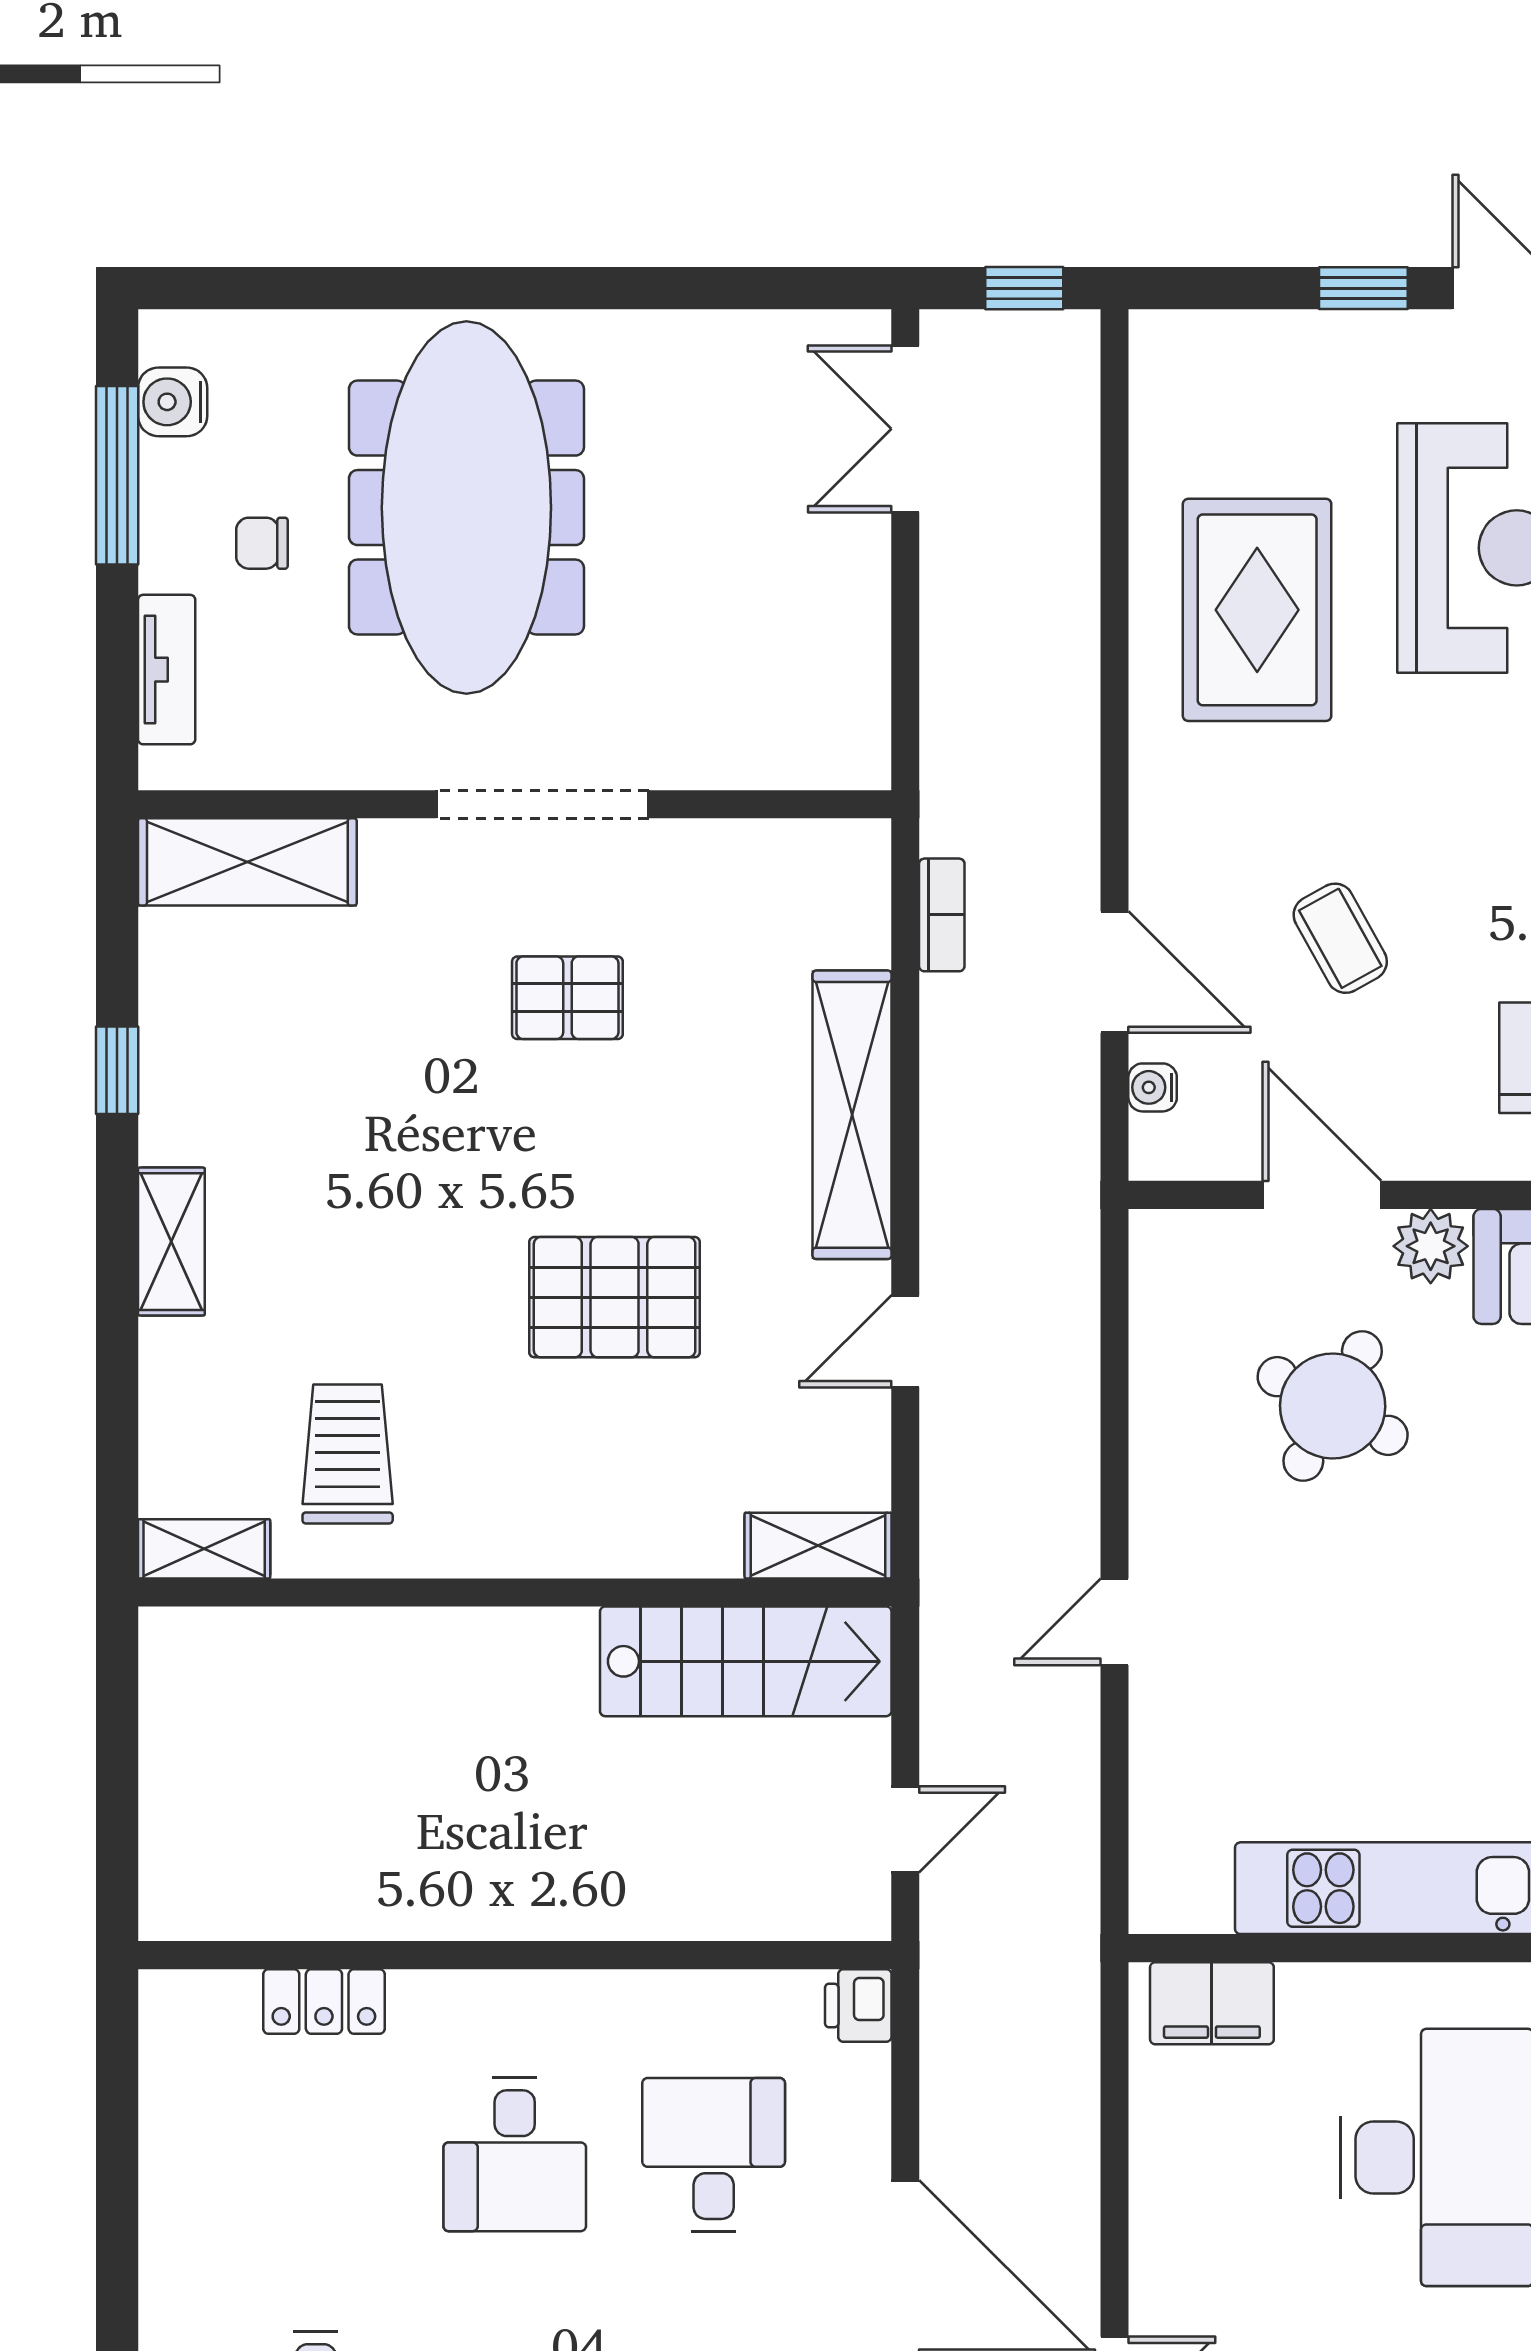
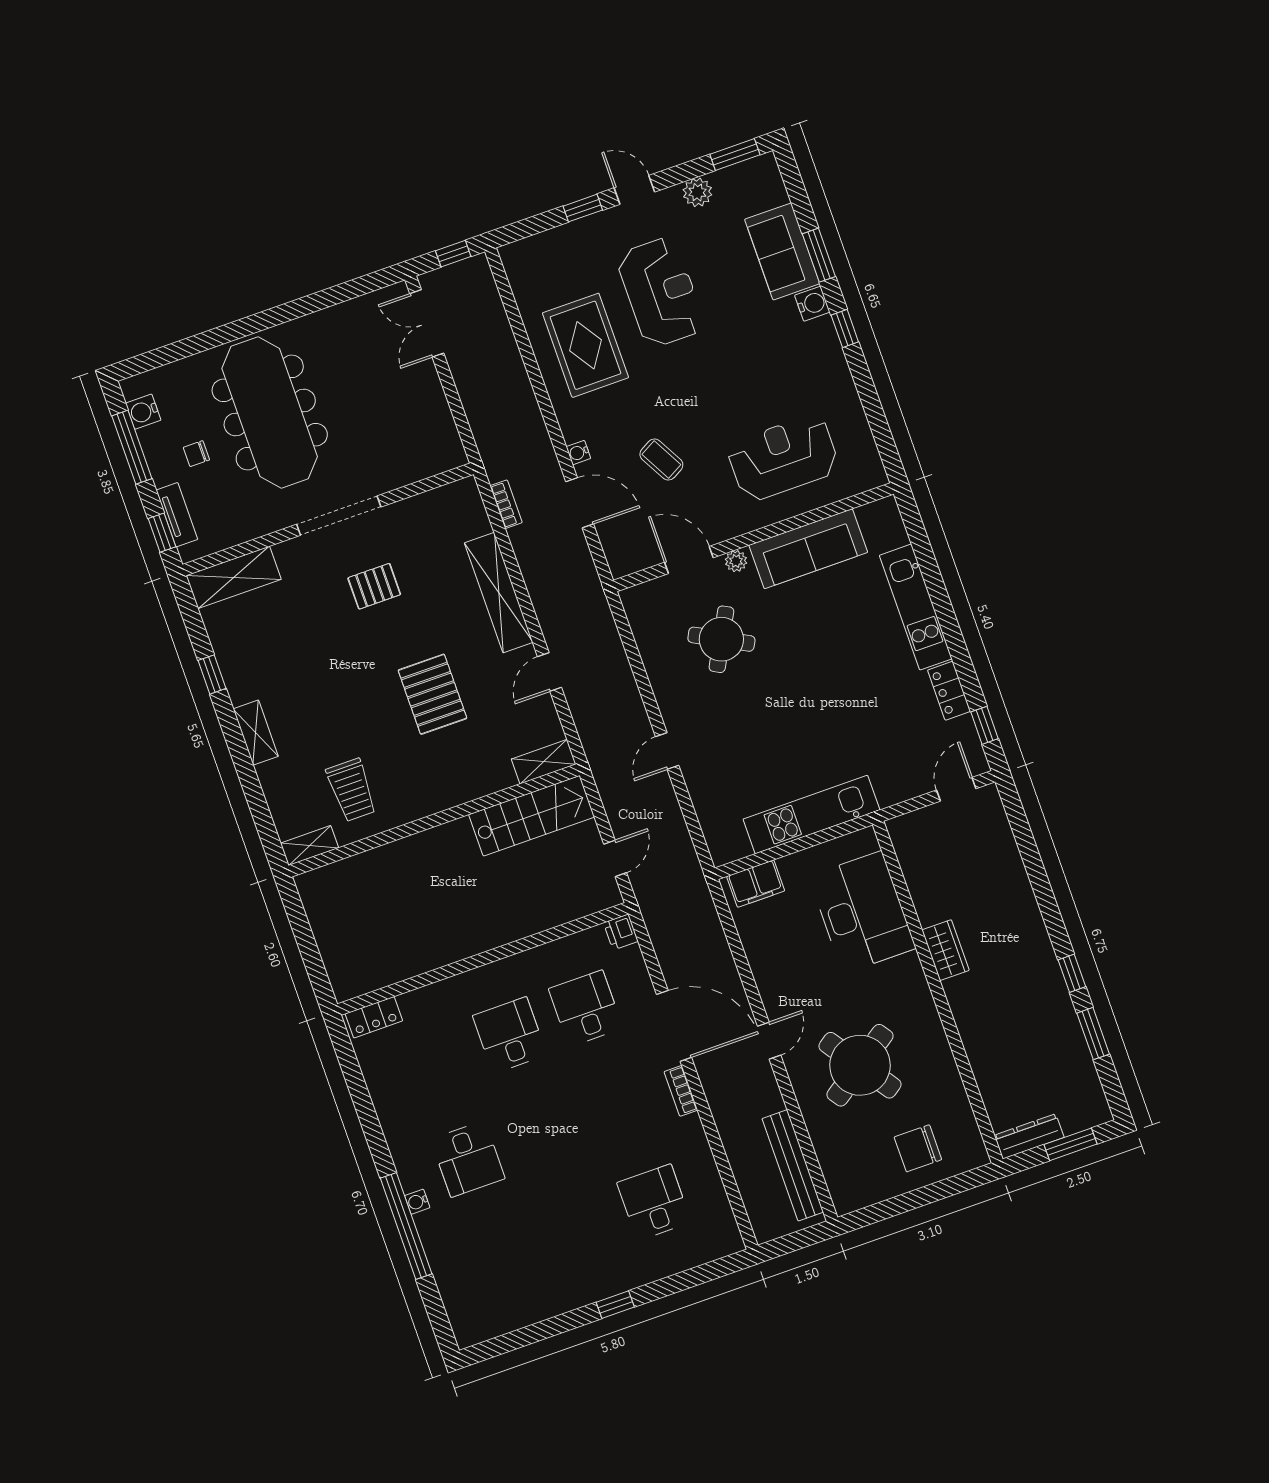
window: (117, 699) -> (162, 533), added
water cooler: (1153, 1087) -> (578, 453), moved
plant: (1431, 1246) -> (736, 561), width x0.73, depth x0.73
pallet: (615, 1297) -> (432, 694), turned 90
trolley: (348, 1454) -> (352, 790), turned 180
locker: (324, 2001) -> (374, 1017), moved
desk: (515, 2155) -> (510, 1035), turned 180

